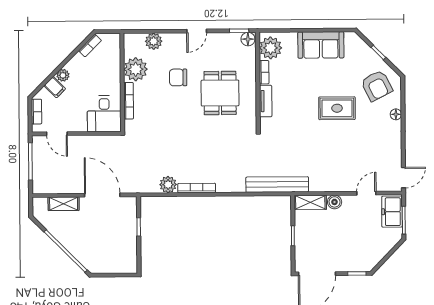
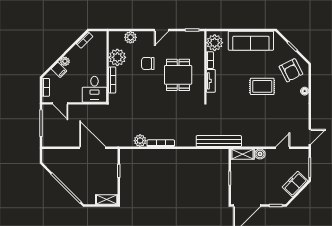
floor lamp: (248, 39) -> (198, 36), removed
sofa: (321, 45) -> (251, 41), width x1.36
shelving: (64, 204) -> (107, 199), moved
freezer: (392, 212) -> (295, 184), moved, turned 44

